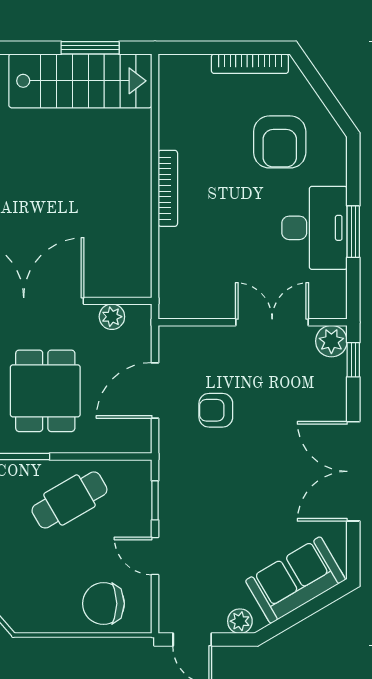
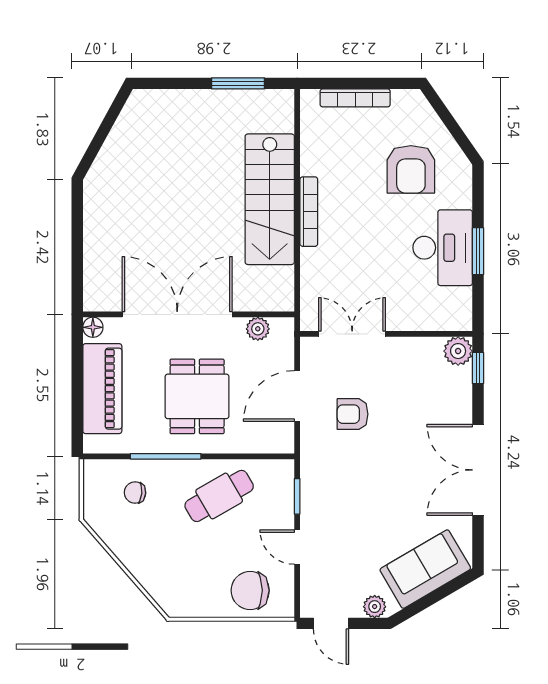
bookcase: (250, 64) -> (355, 98), moved
stairs: (80, 81) -> (270, 199), moved, turned 90
double door: (272, 322) -> (352, 334), moved

